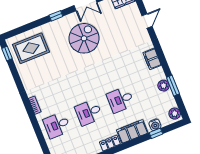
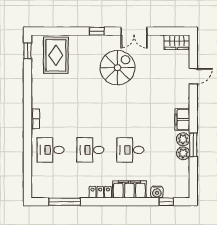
rug: (31, 48) -> (56, 55), turned 90
window: (173, 86) -> (193, 145), moved
plant: (175, 114) -> (183, 139), moved
window: (156, 133) -> (166, 202), moved

